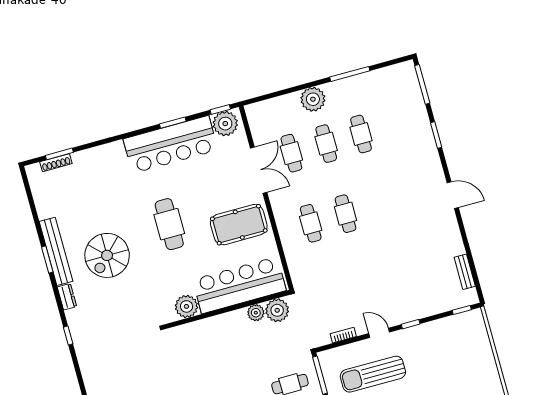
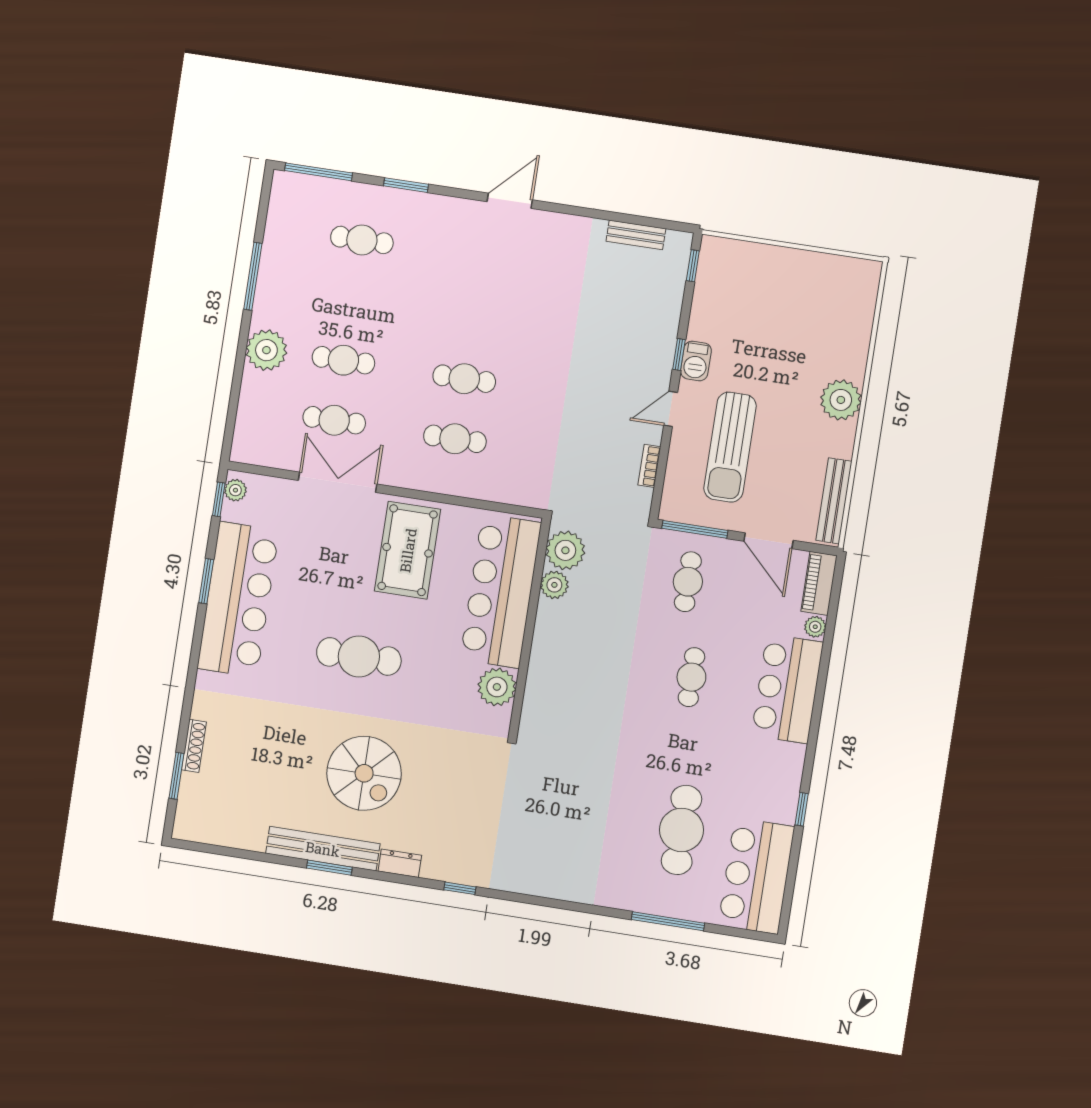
plant: (225, 124) -> (235, 490), width x0.53, depth x0.53
cafe table: (361, 134) -> (362, 240), moved
shoe rack: (56, 163) -> (194, 746), moved
barbecue: (411, 335) -> (696, 361), added

